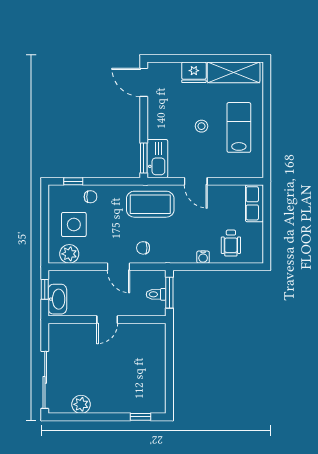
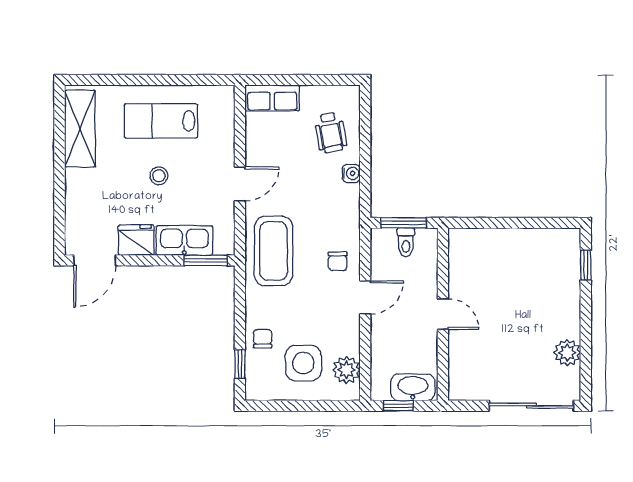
fridge: (194, 72) -> (136, 240), moved, turned -90
kitchen sink: (157, 159) -> (184, 240), moved
wheelchair: (231, 243) -> (331, 133), turned 80

